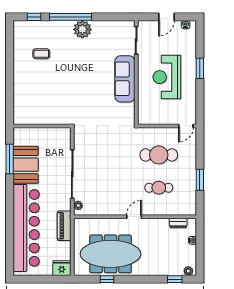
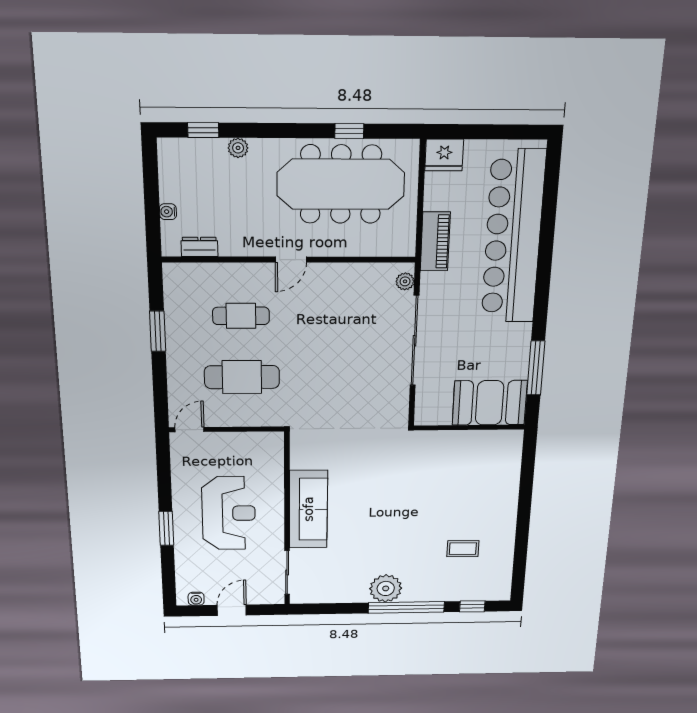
booth: (26, 165) -> (490, 403), moved, turned 90
plant: (188, 271) -> (238, 148), moved

